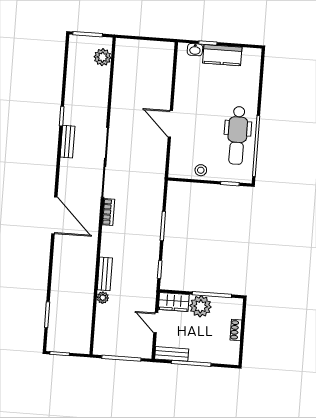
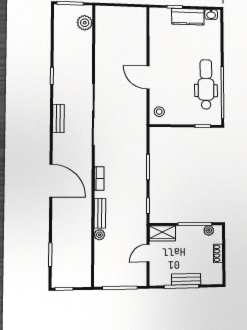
washbasin: (195, 50) -> (211, 15), moved
dental chair: (237, 135) -> (206, 84), turned 180
bench: (68, 142) -> (58, 118), moved
stool: (201, 170) -> (159, 112), moved
bookcase: (108, 212) -> (99, 178), moved
door: (54, 215) -> (51, 181), moved
plant: (201, 306) -> (209, 230), moved, width x0.53, depth x0.53
door: (156, 323) -> (148, 253), hinge flipped
bench: (172, 354) -> (186, 279), moved

